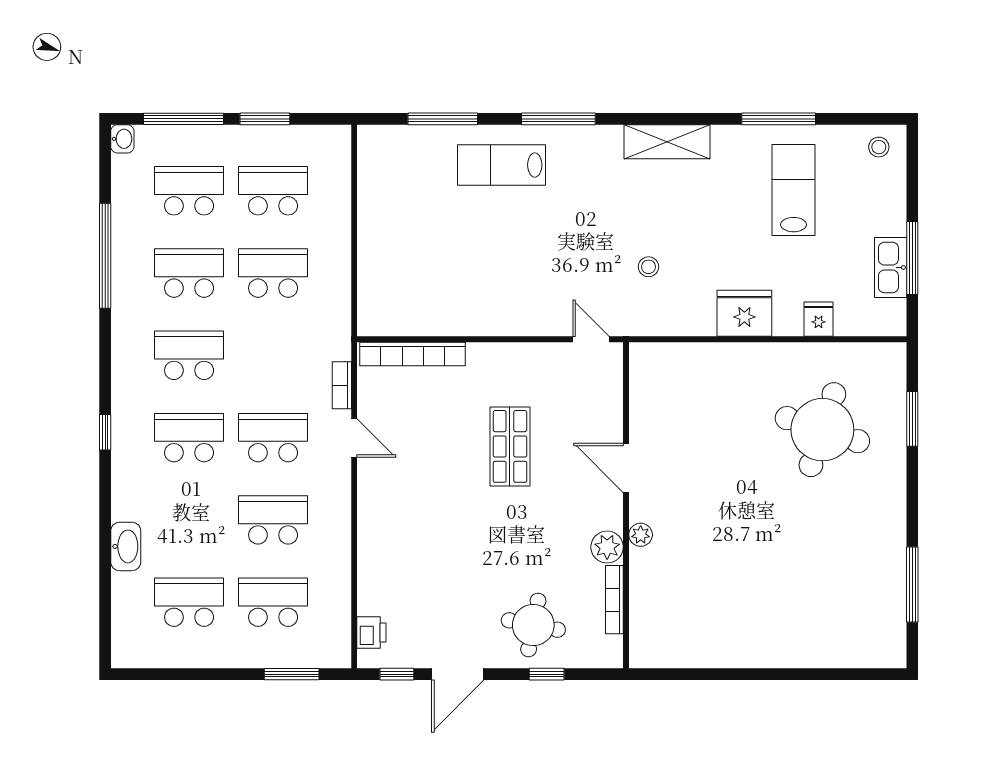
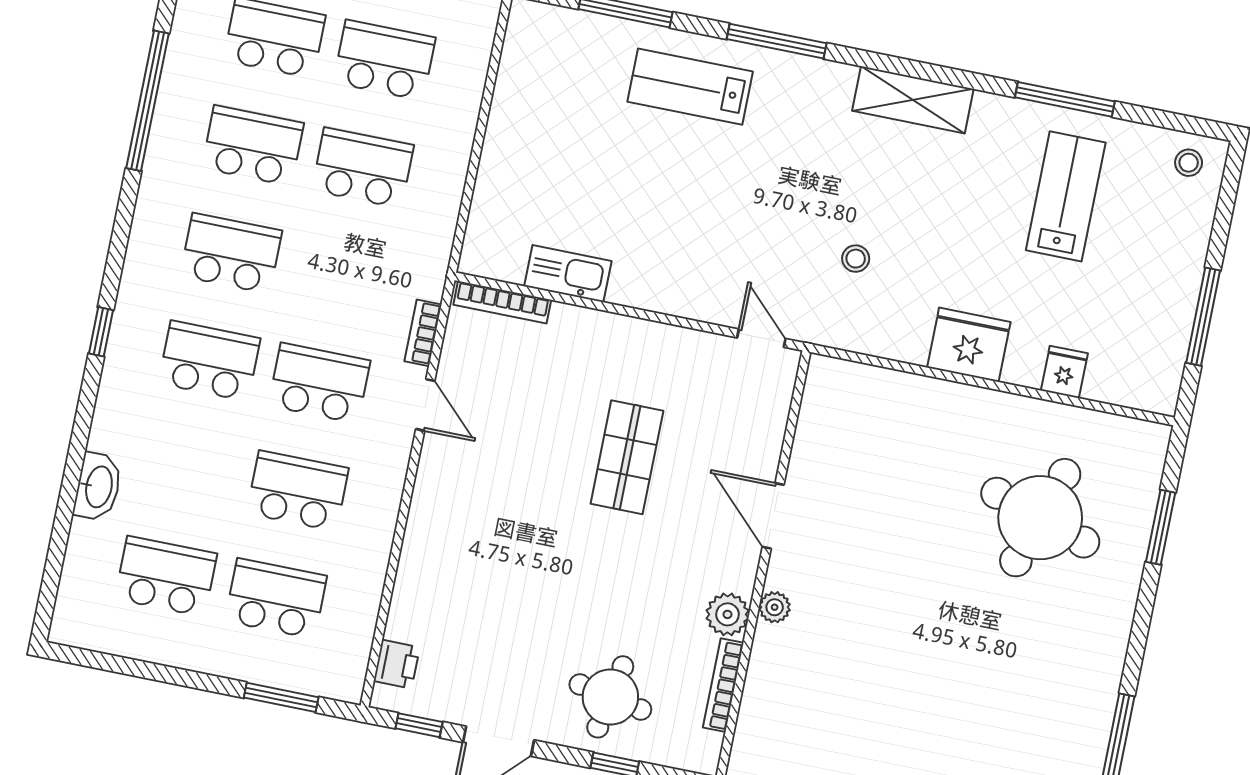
kitchen sink: (891, 268) -> (568, 274), moved, turned 90
bookcase: (413, 354) -> (502, 302), width x0.68, depth x0.76

